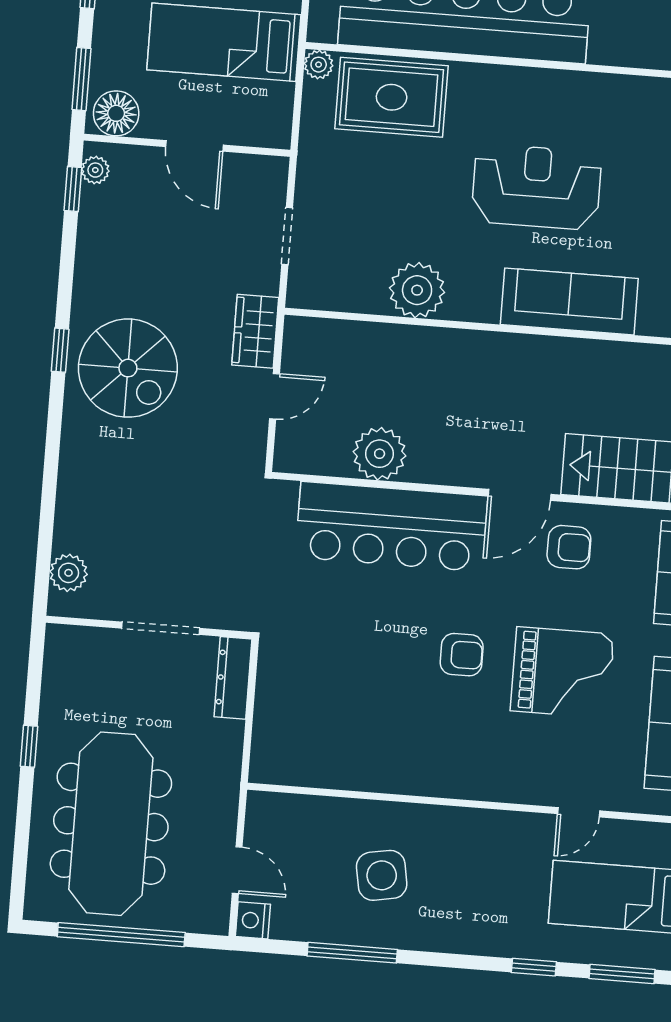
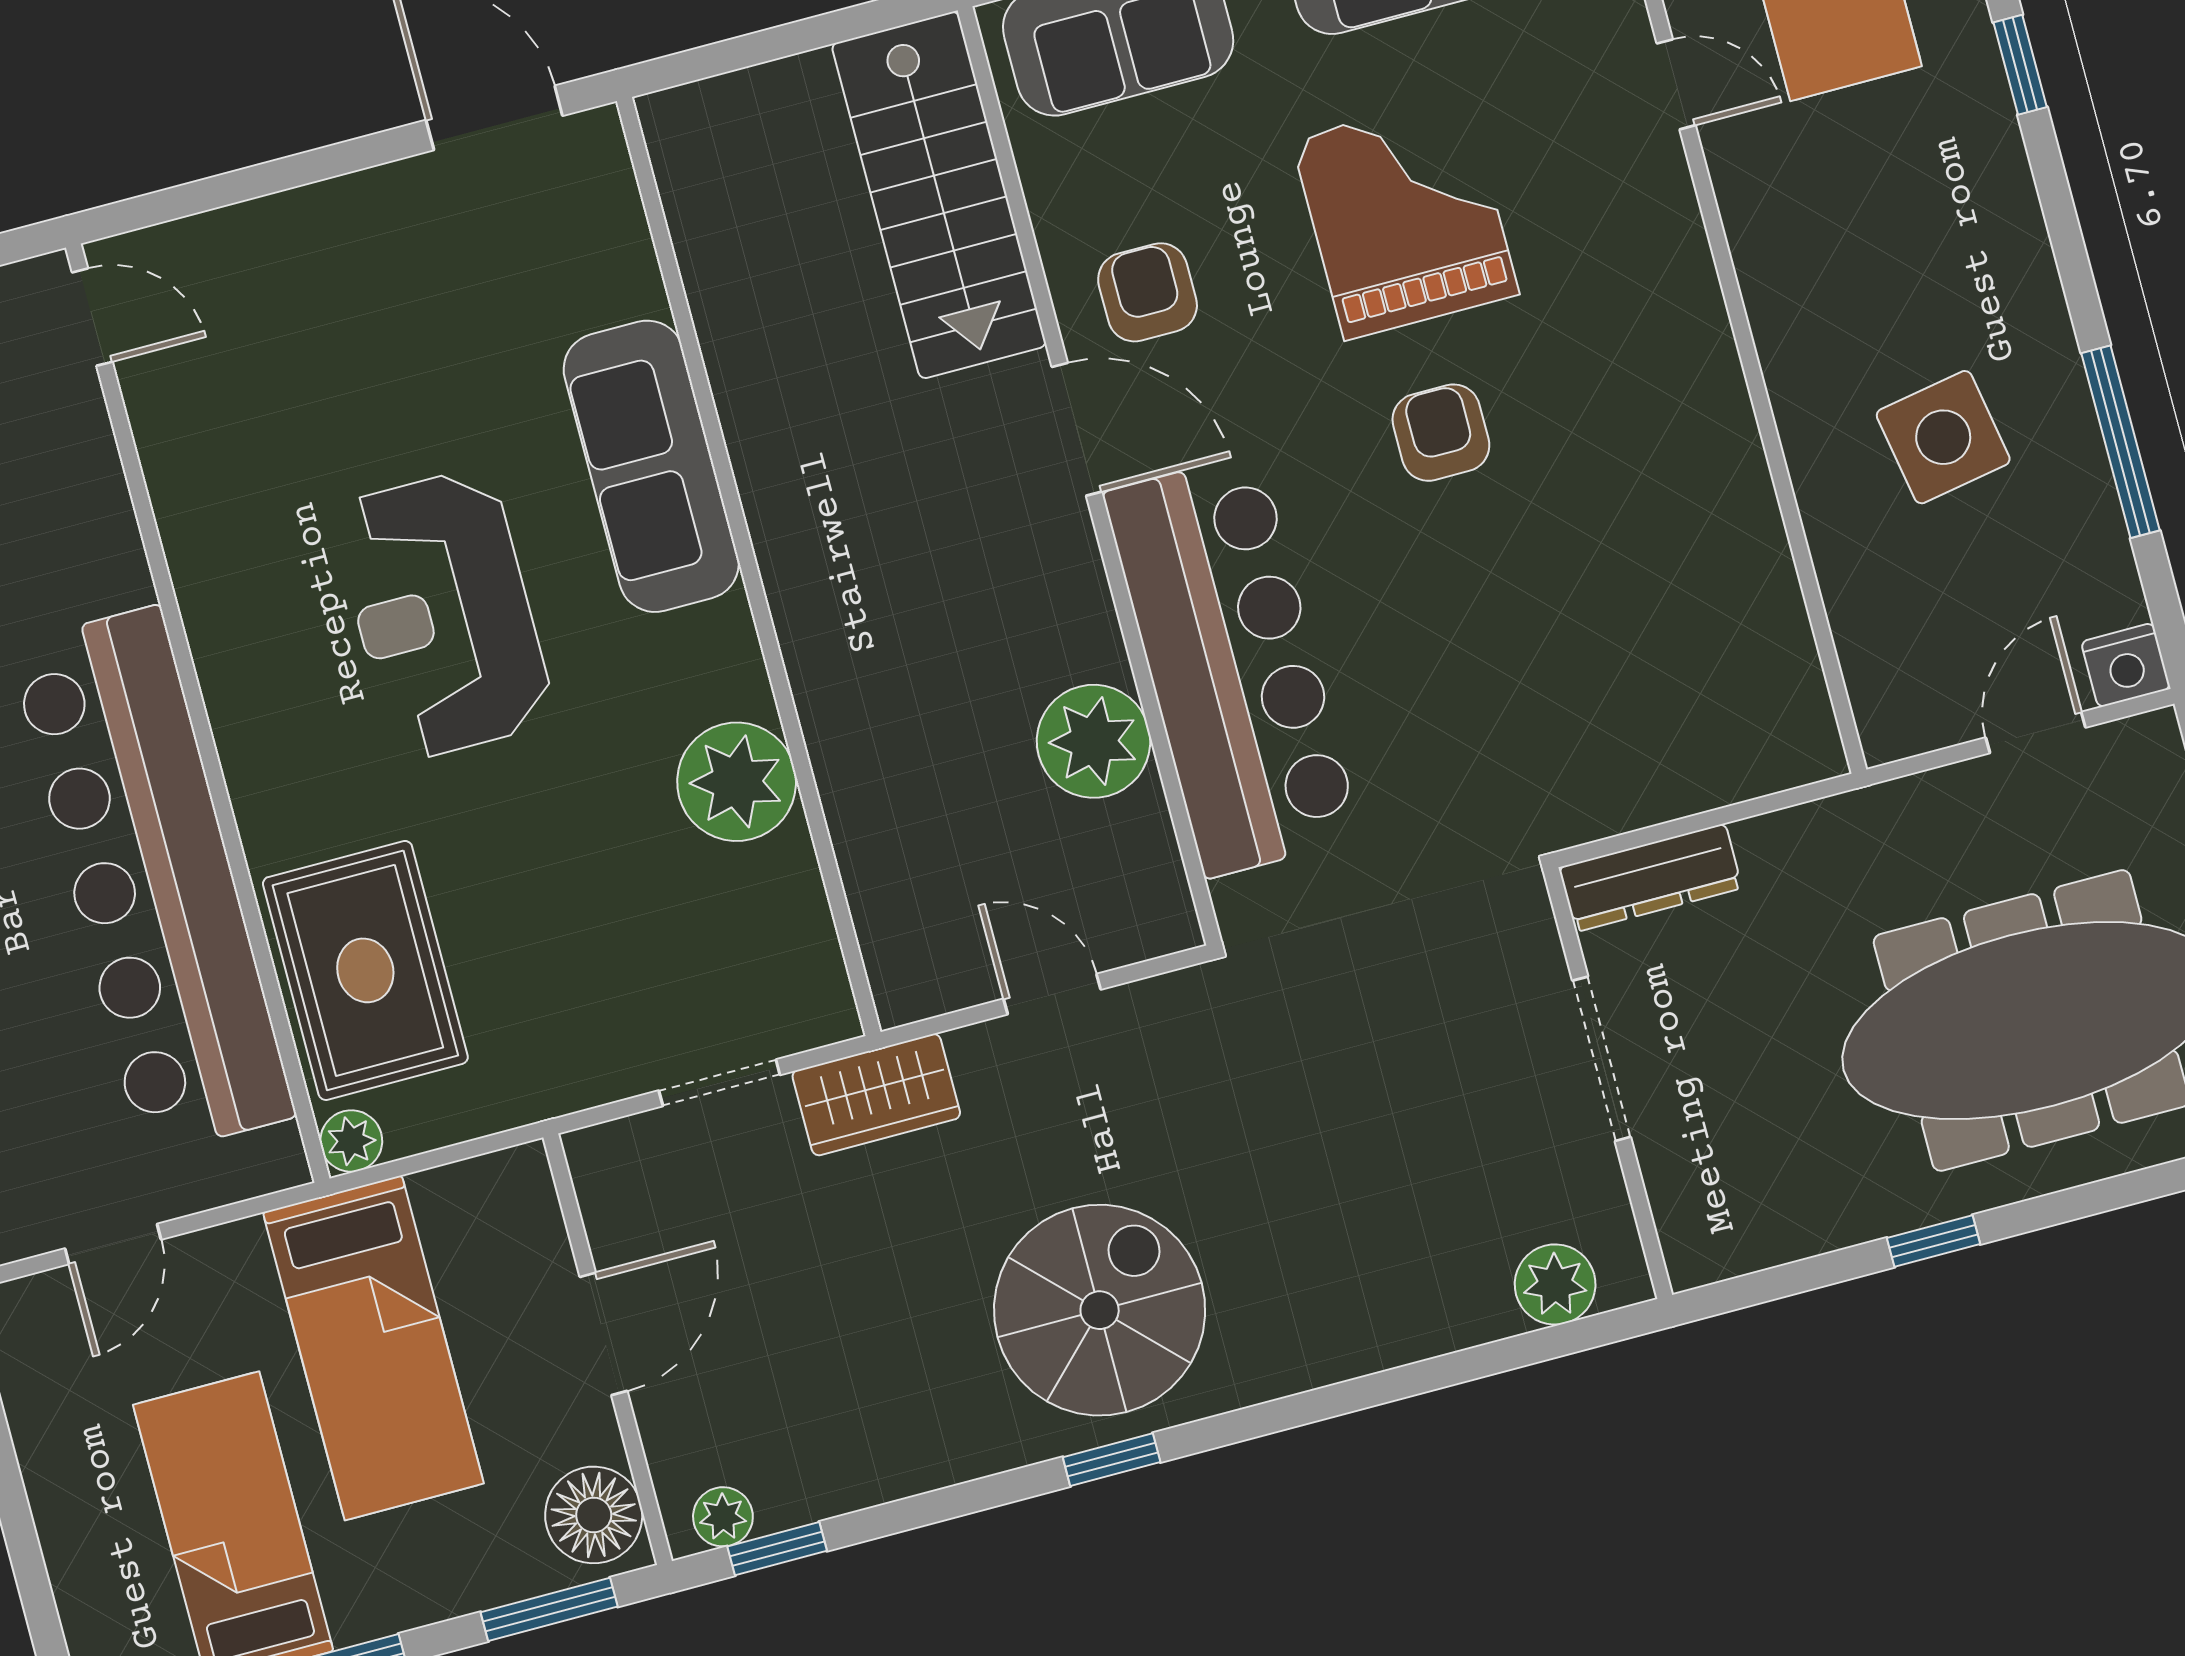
wardrobe: (255, 331) -> (876, 1095), moved

